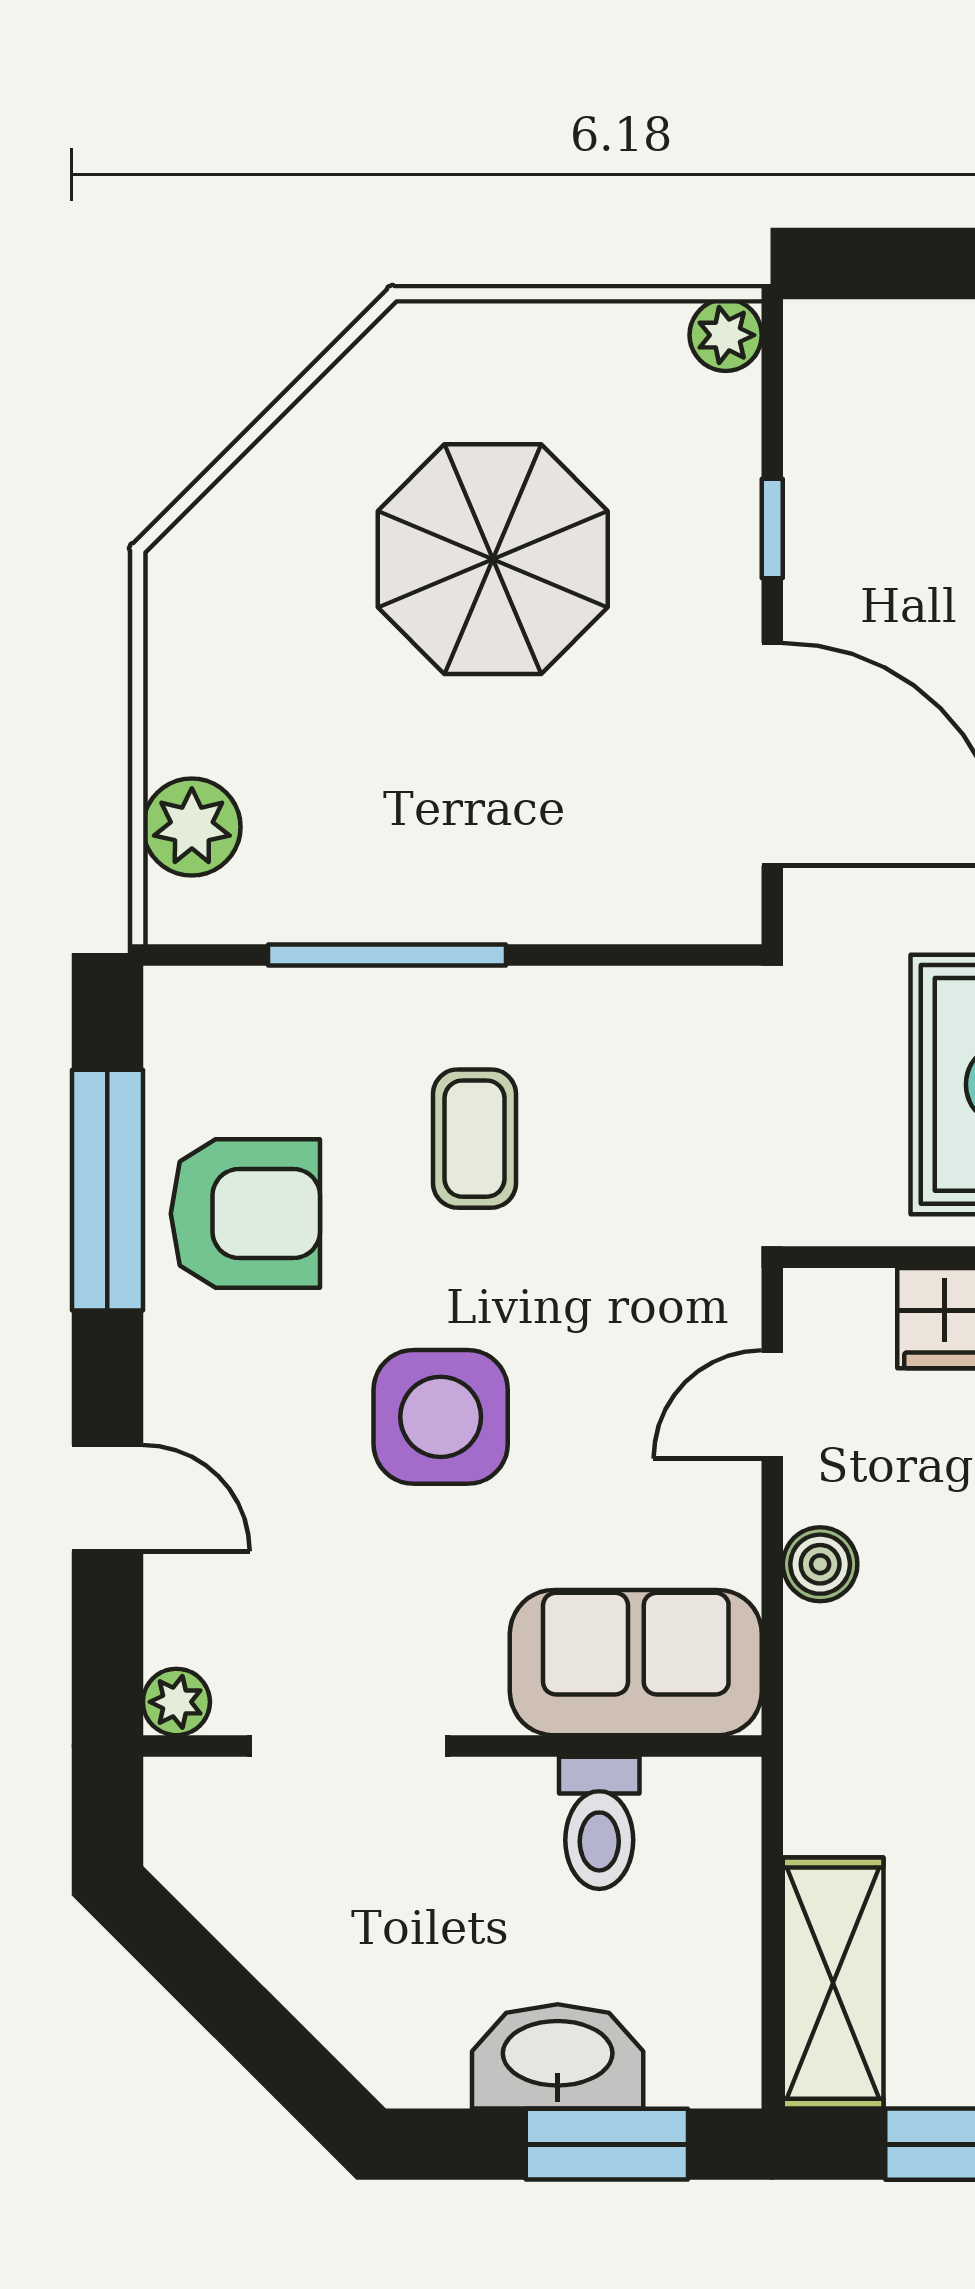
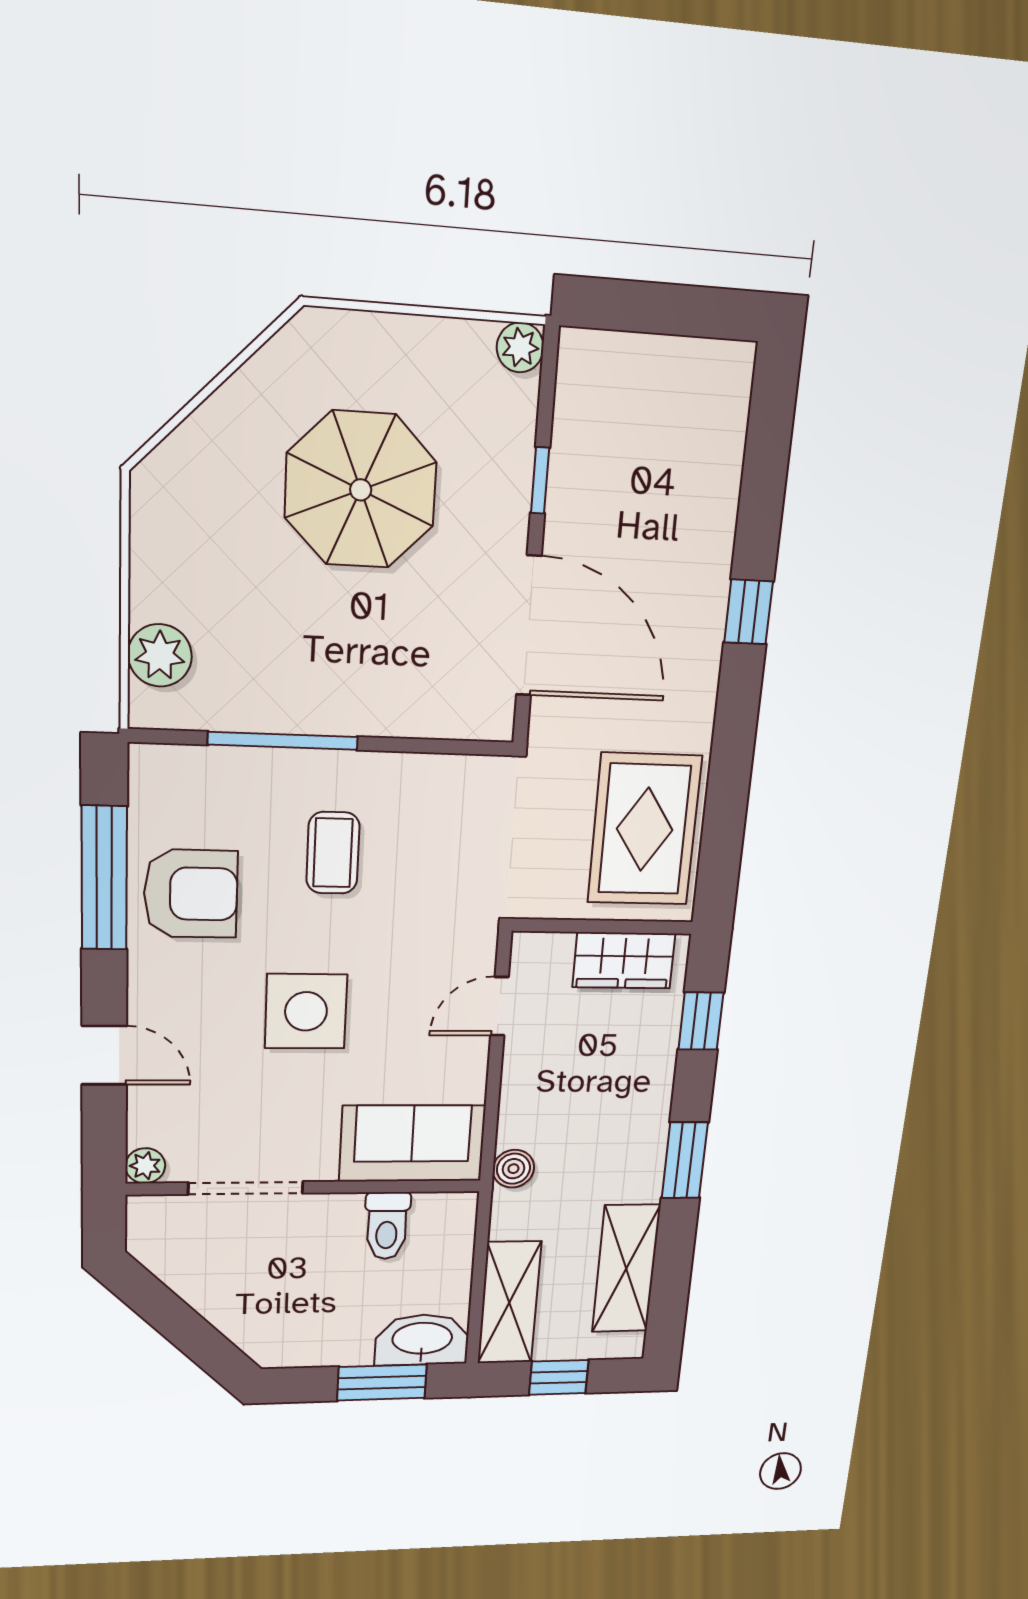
boiler: (820, 1564) -> (513, 1169), moved
washbasin: (558, 2056) -> (422, 1340), moved

